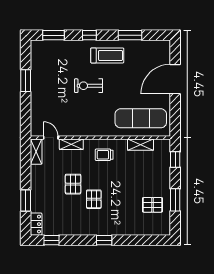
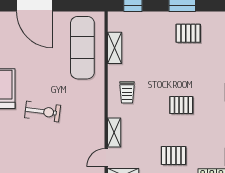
exercise bike: (88, 86) -> (43, 111), turned -83
pallet: (73, 184) -> (174, 156), moved
pallet: (152, 205) -> (188, 33), turned 90

